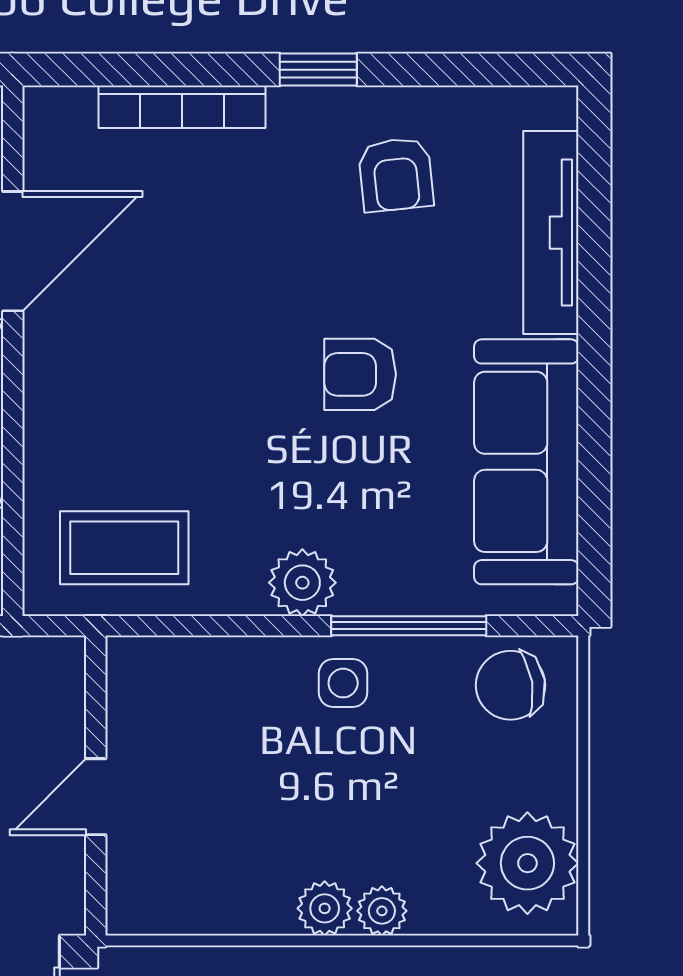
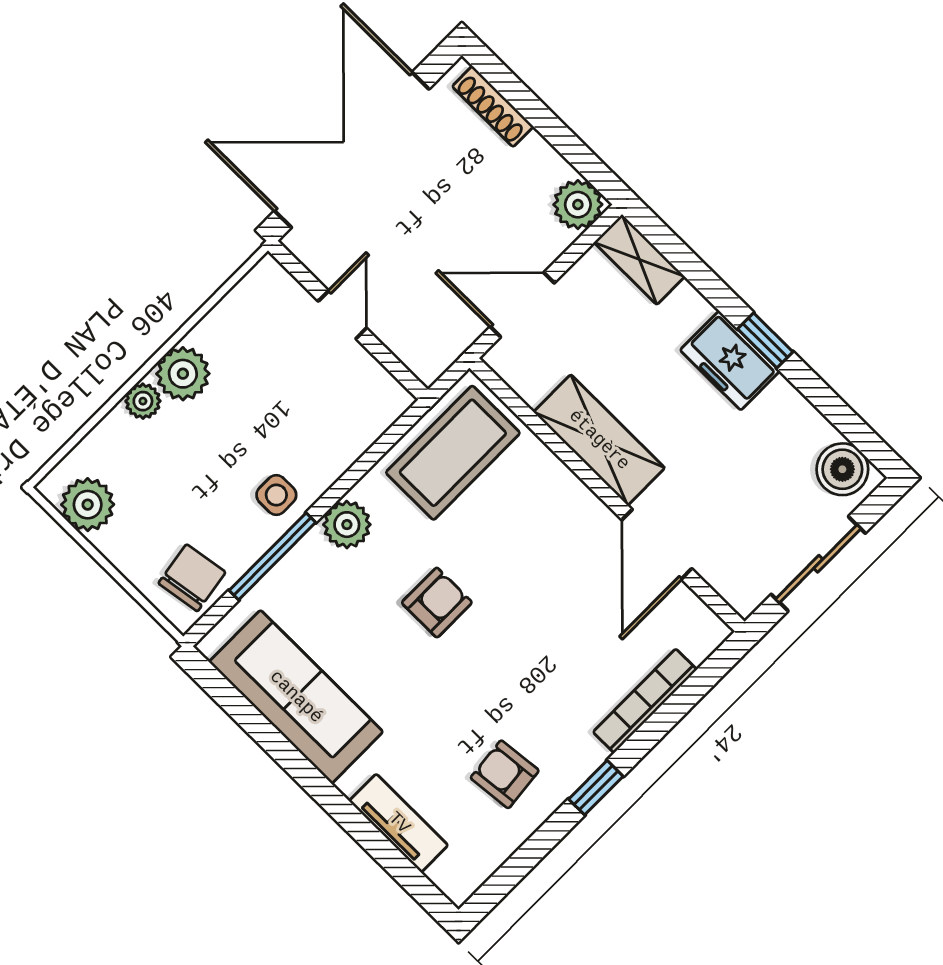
tv unit: (551, 233) -> (399, 823), width x0.71
armchair: (360, 374) -> (437, 603), moved
coffee table: (124, 548) -> (453, 453), width x1.36, depth x1.32
plant: (527, 863) -> (88, 505), width x0.73, depth x0.73
plant: (325, 908) -> (183, 374), width x1.38, depth x1.38

